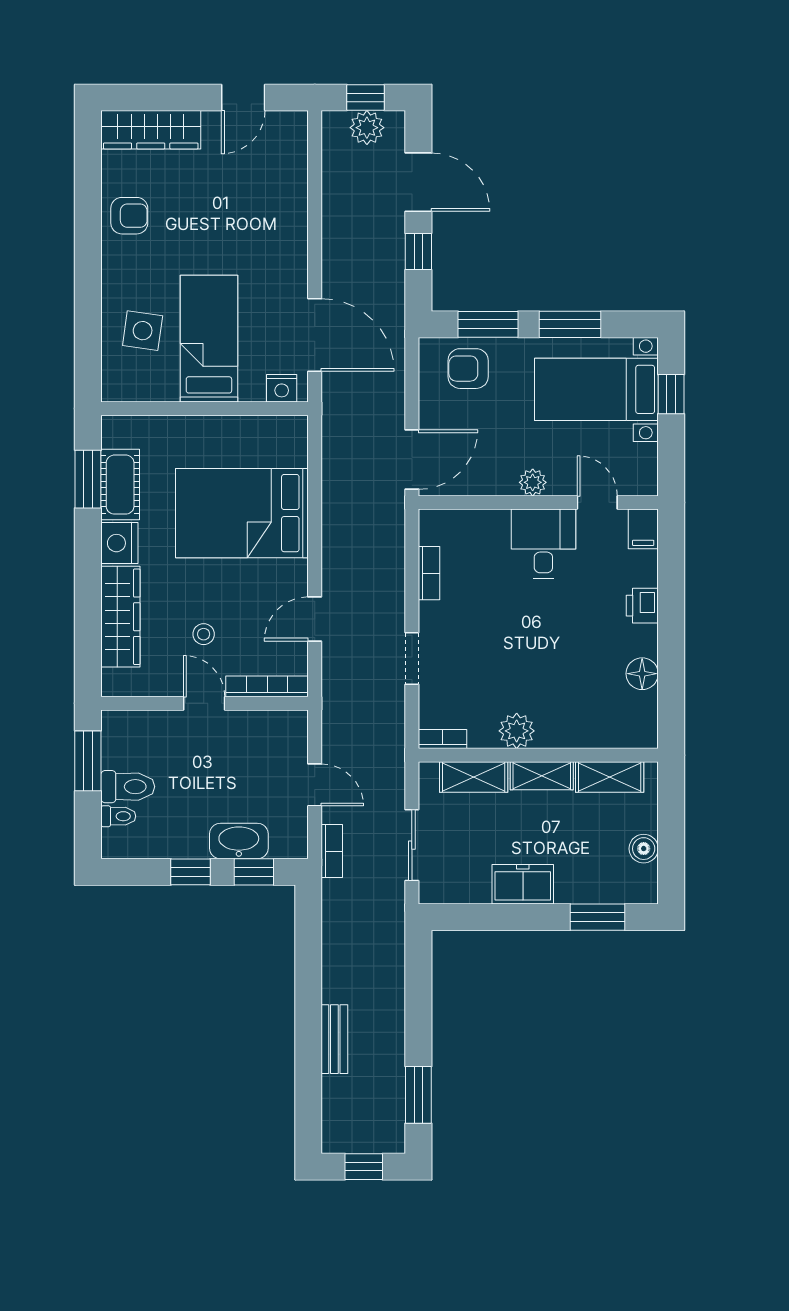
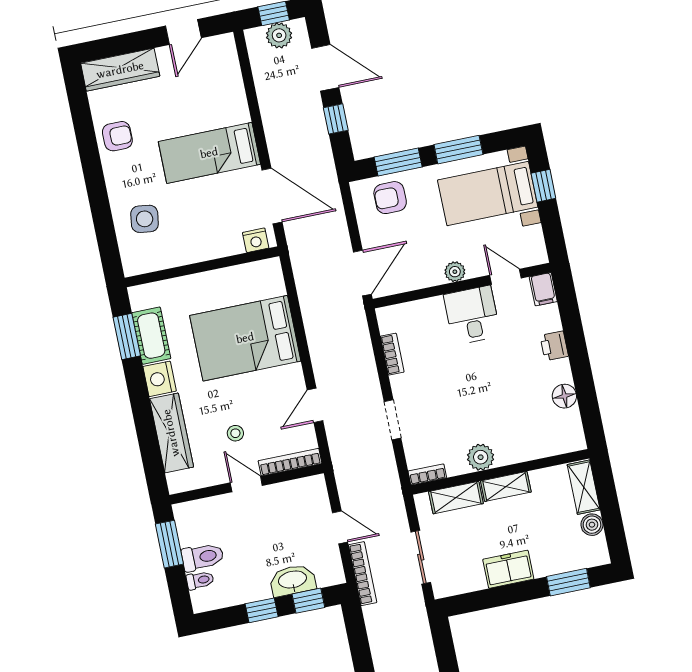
bed: (209, 339) -> (209, 153), moved, turned -90
shelving: (610, 777) -> (584, 487), moved, turned 90
bookcase: (332, 851) -> (363, 574), width x1.56

